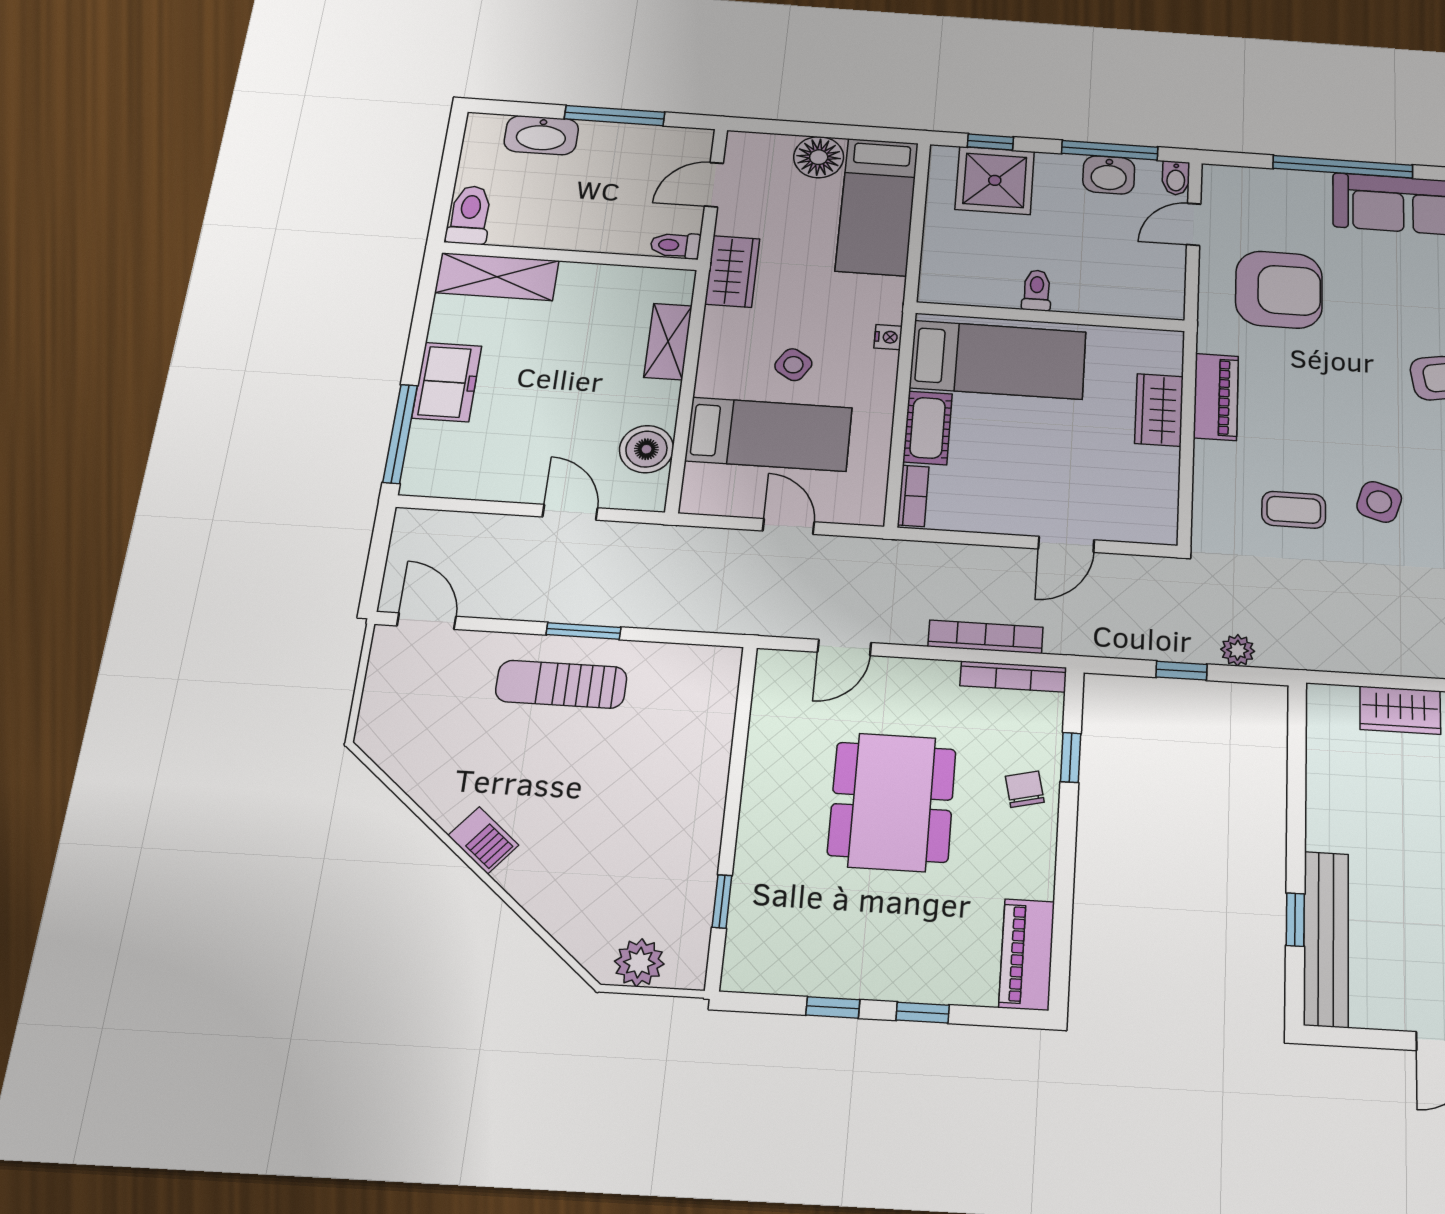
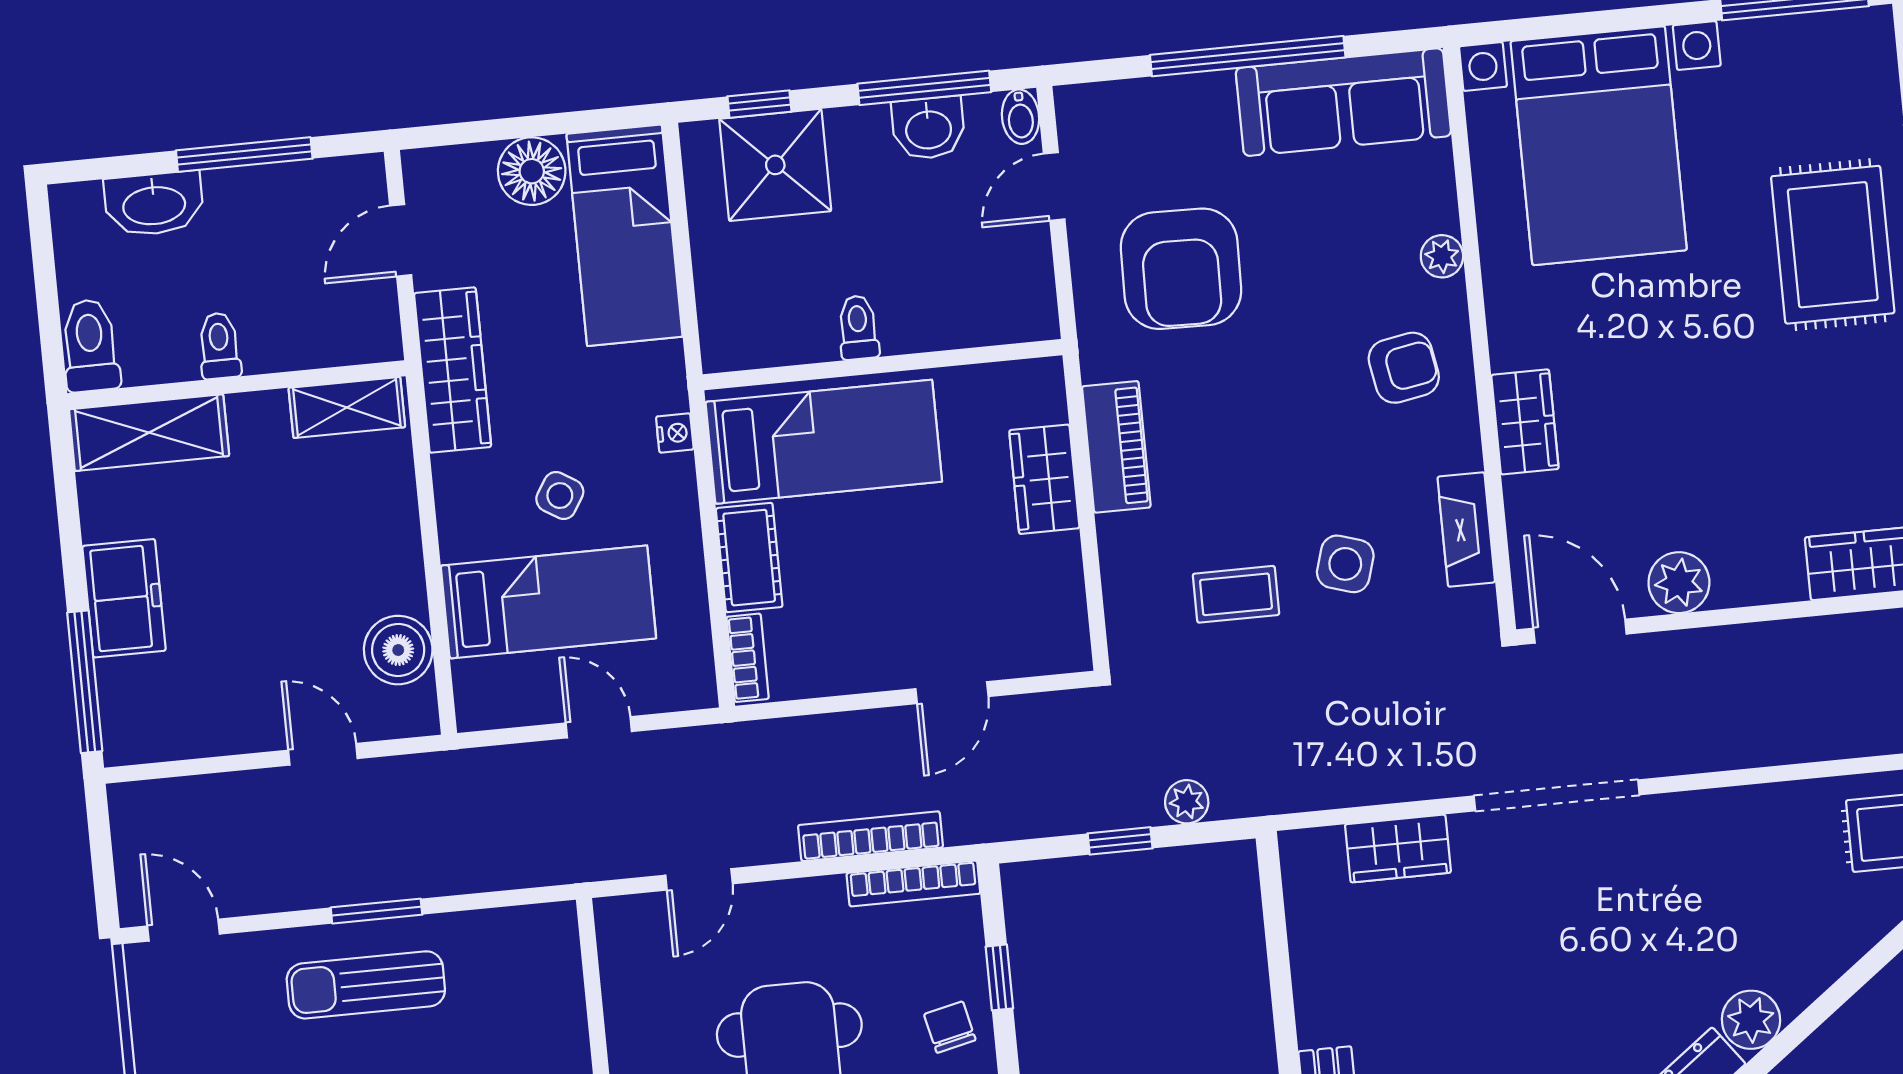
toilet: (675, 245) -> (219, 346), moved, turned 90
wardrobe: (732, 271) -> (453, 370), width x1.50
armchair: (1279, 290) -> (1181, 269), turned 91
shelving: (668, 342) -> (347, 407), moved, turned 90

